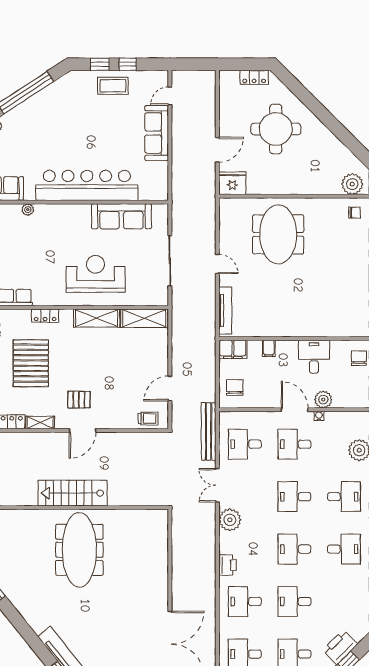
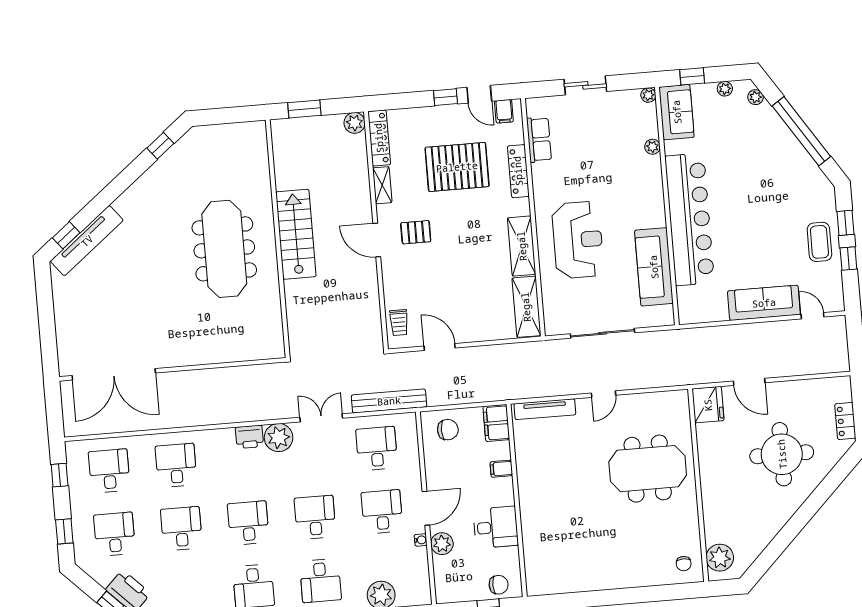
locker: (45, 316) -> (518, 171), width x1.53
pallet: (79, 400) -> (416, 232), turned 90
meeting table: (79, 550) -> (224, 249), turned 90
printer: (227, 565) -> (249, 437), moved

